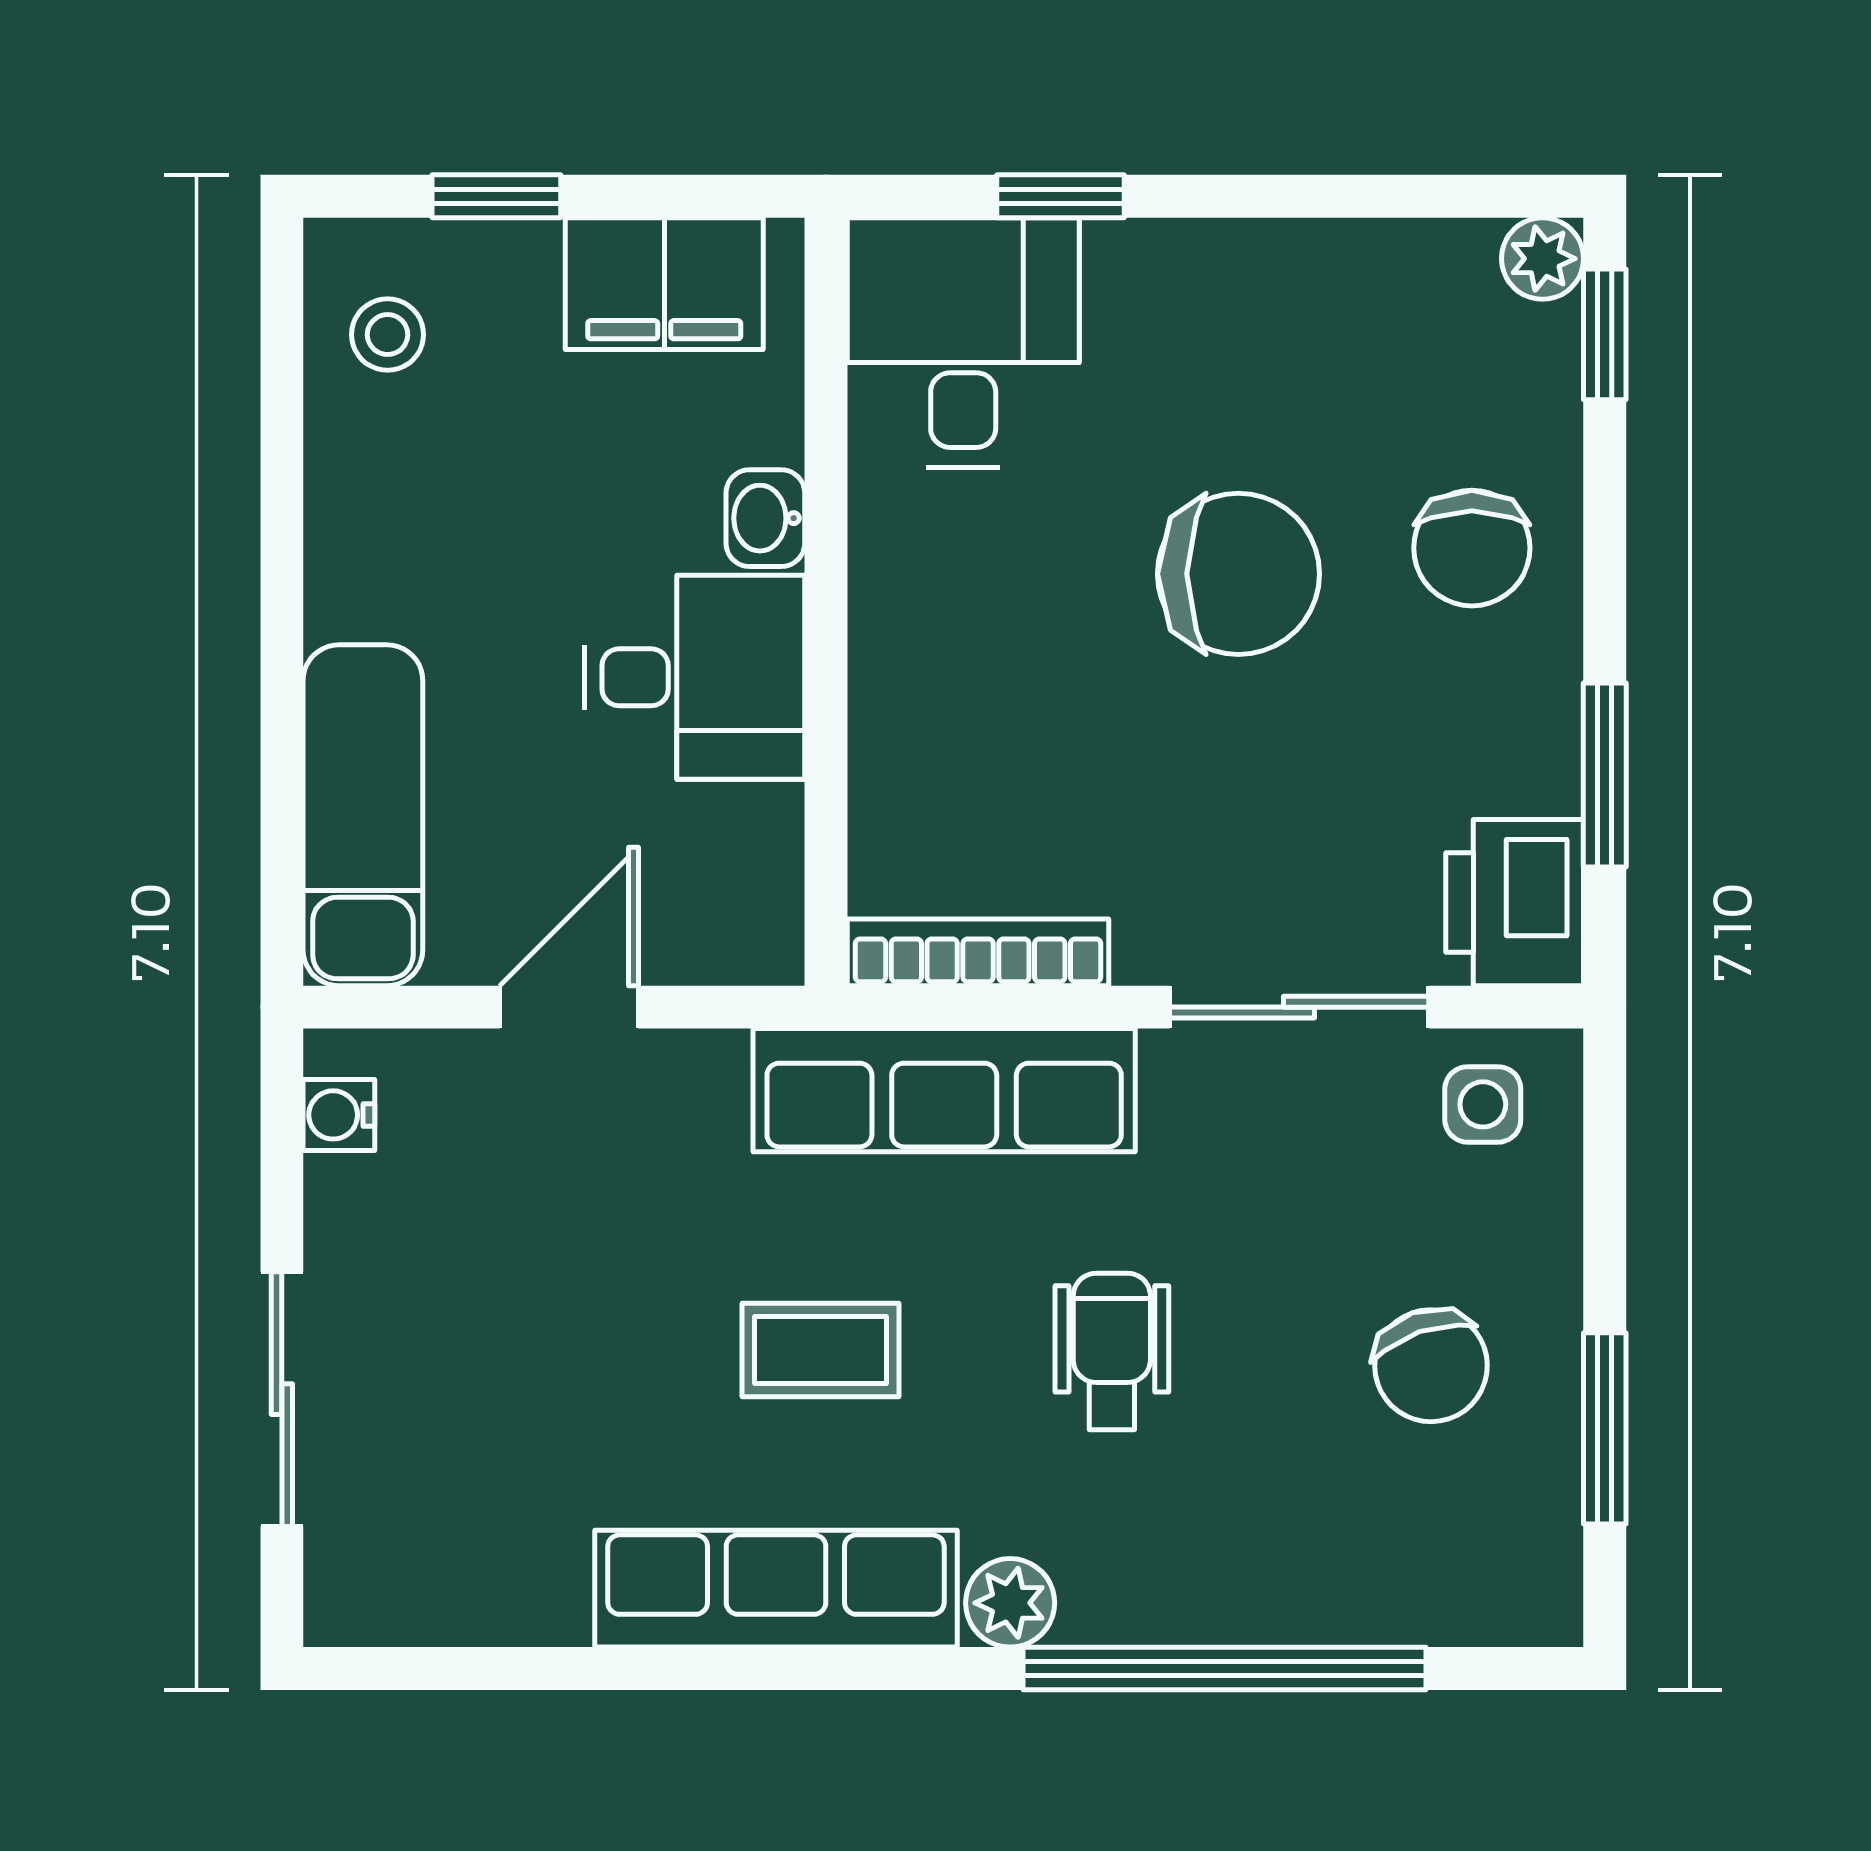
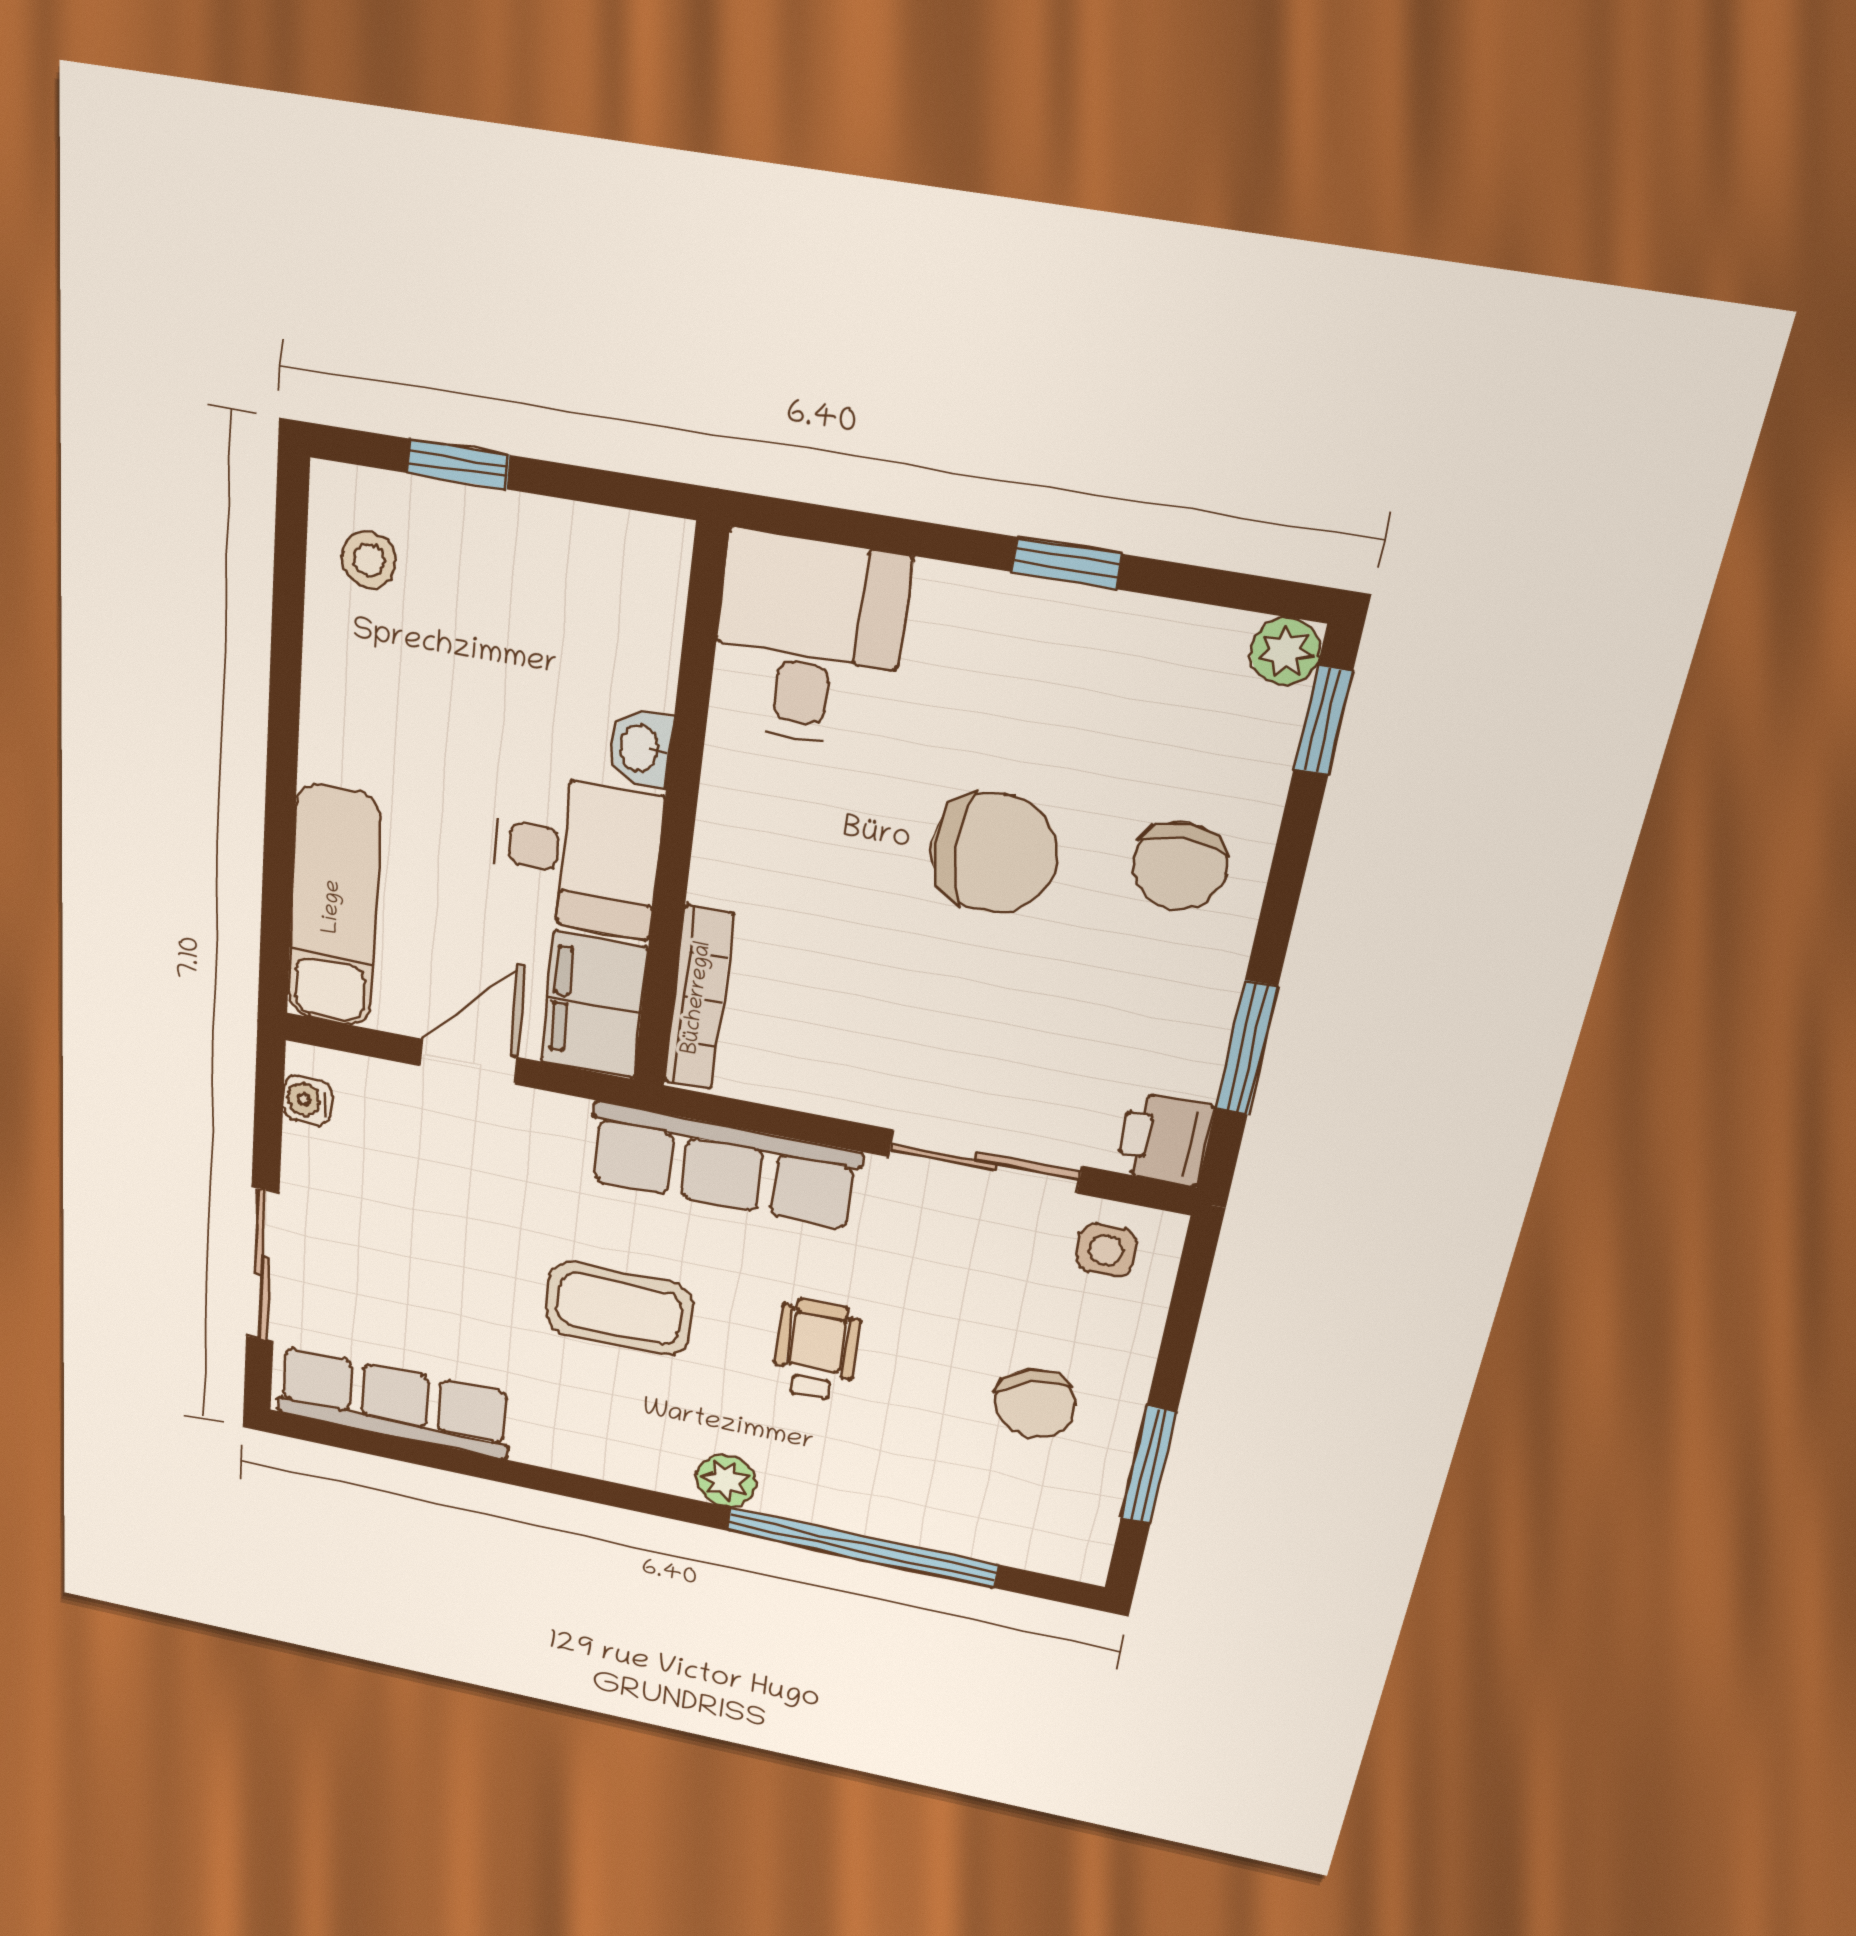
window: (1060, 196) -> (1067, 563), moved
filing cabinet: (664, 284) -> (594, 1005), moved, turned 90
printer: (1515, 903) -> (1165, 1139), width x0.73, depth x0.81
bookcase: (978, 952) -> (698, 998), moved, turned 90
coffee table: (820, 1350) -> (619, 1309), width x1.36, depth x1.30
row of seats: (776, 1589) -> (394, 1403), moved

